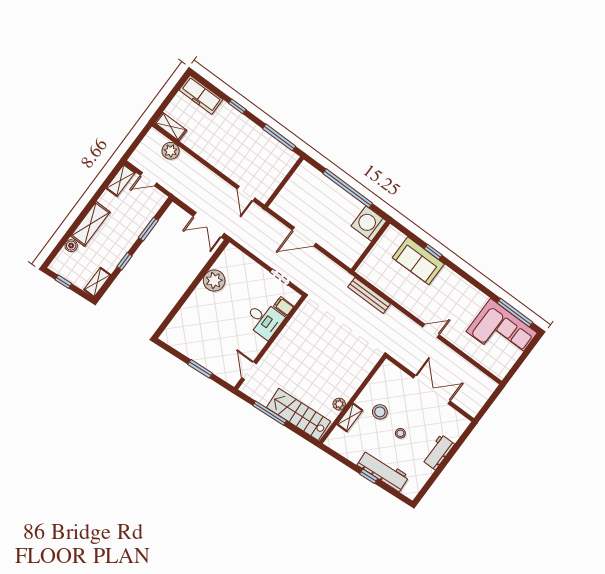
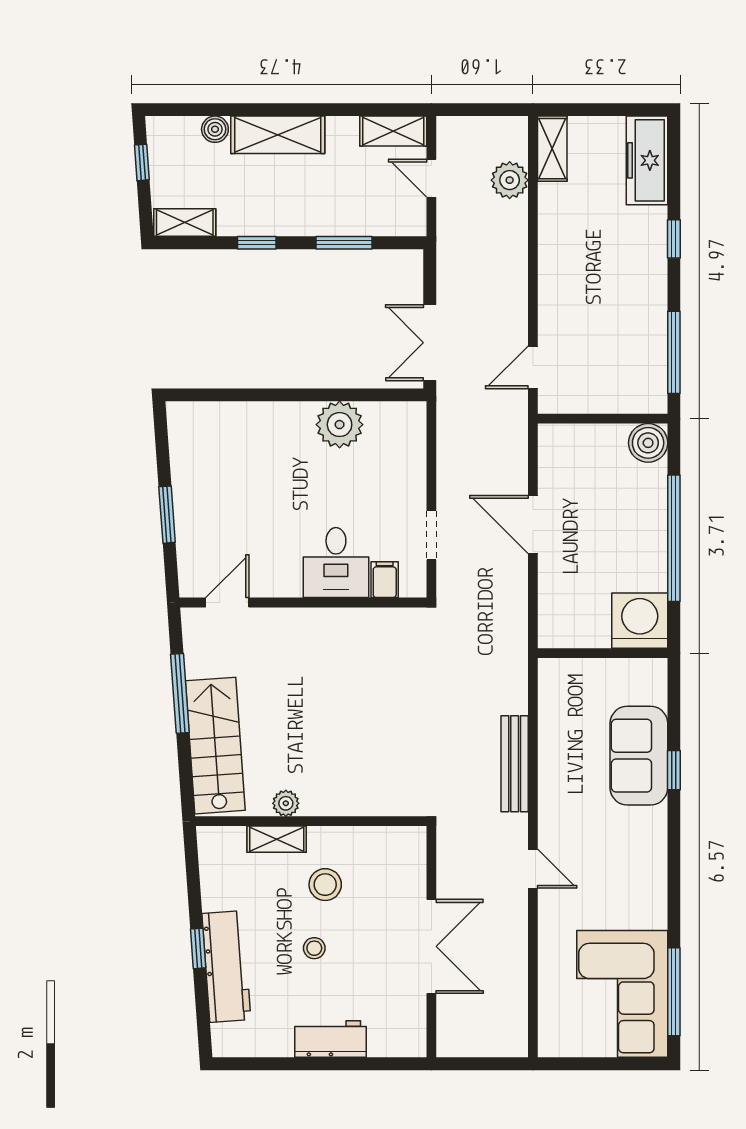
boiler: (305, 172) -> (648, 443), added
bench: (369, 295) -> (515, 764), moved

